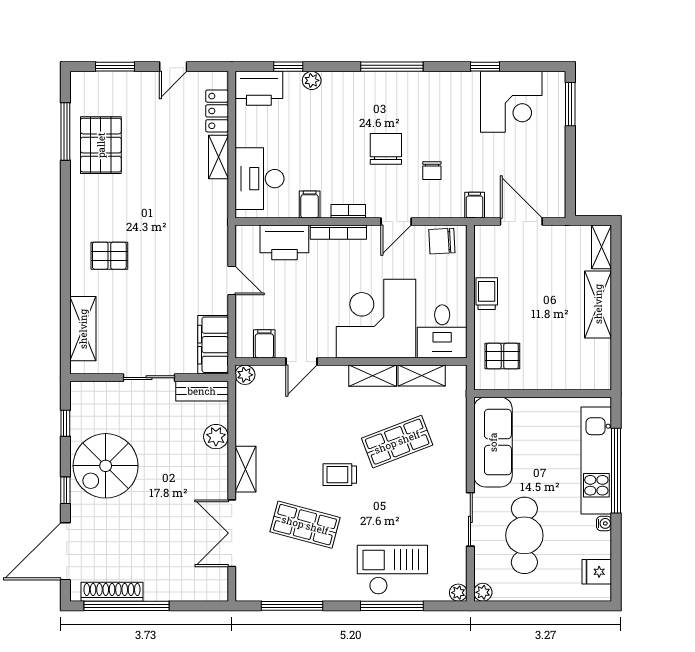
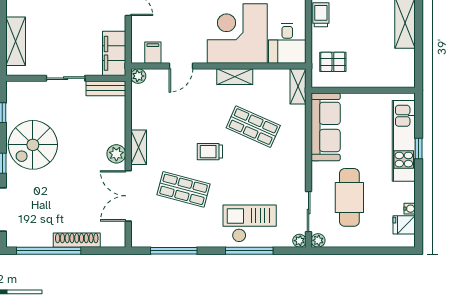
shelving: (422, 376) -> (298, 86), moved, turned 90
plant: (216, 437) -> (116, 154), moved
shop shelf: (397, 442) -> (253, 127), turned 45
window: (616, 471) -> (419, 148), width x0.32
sliding door: (470, 519) -> (309, 212), moved
water cooler: (604, 523) -> (410, 209), moved
shoe rack: (112, 592) -> (77, 240), moved

